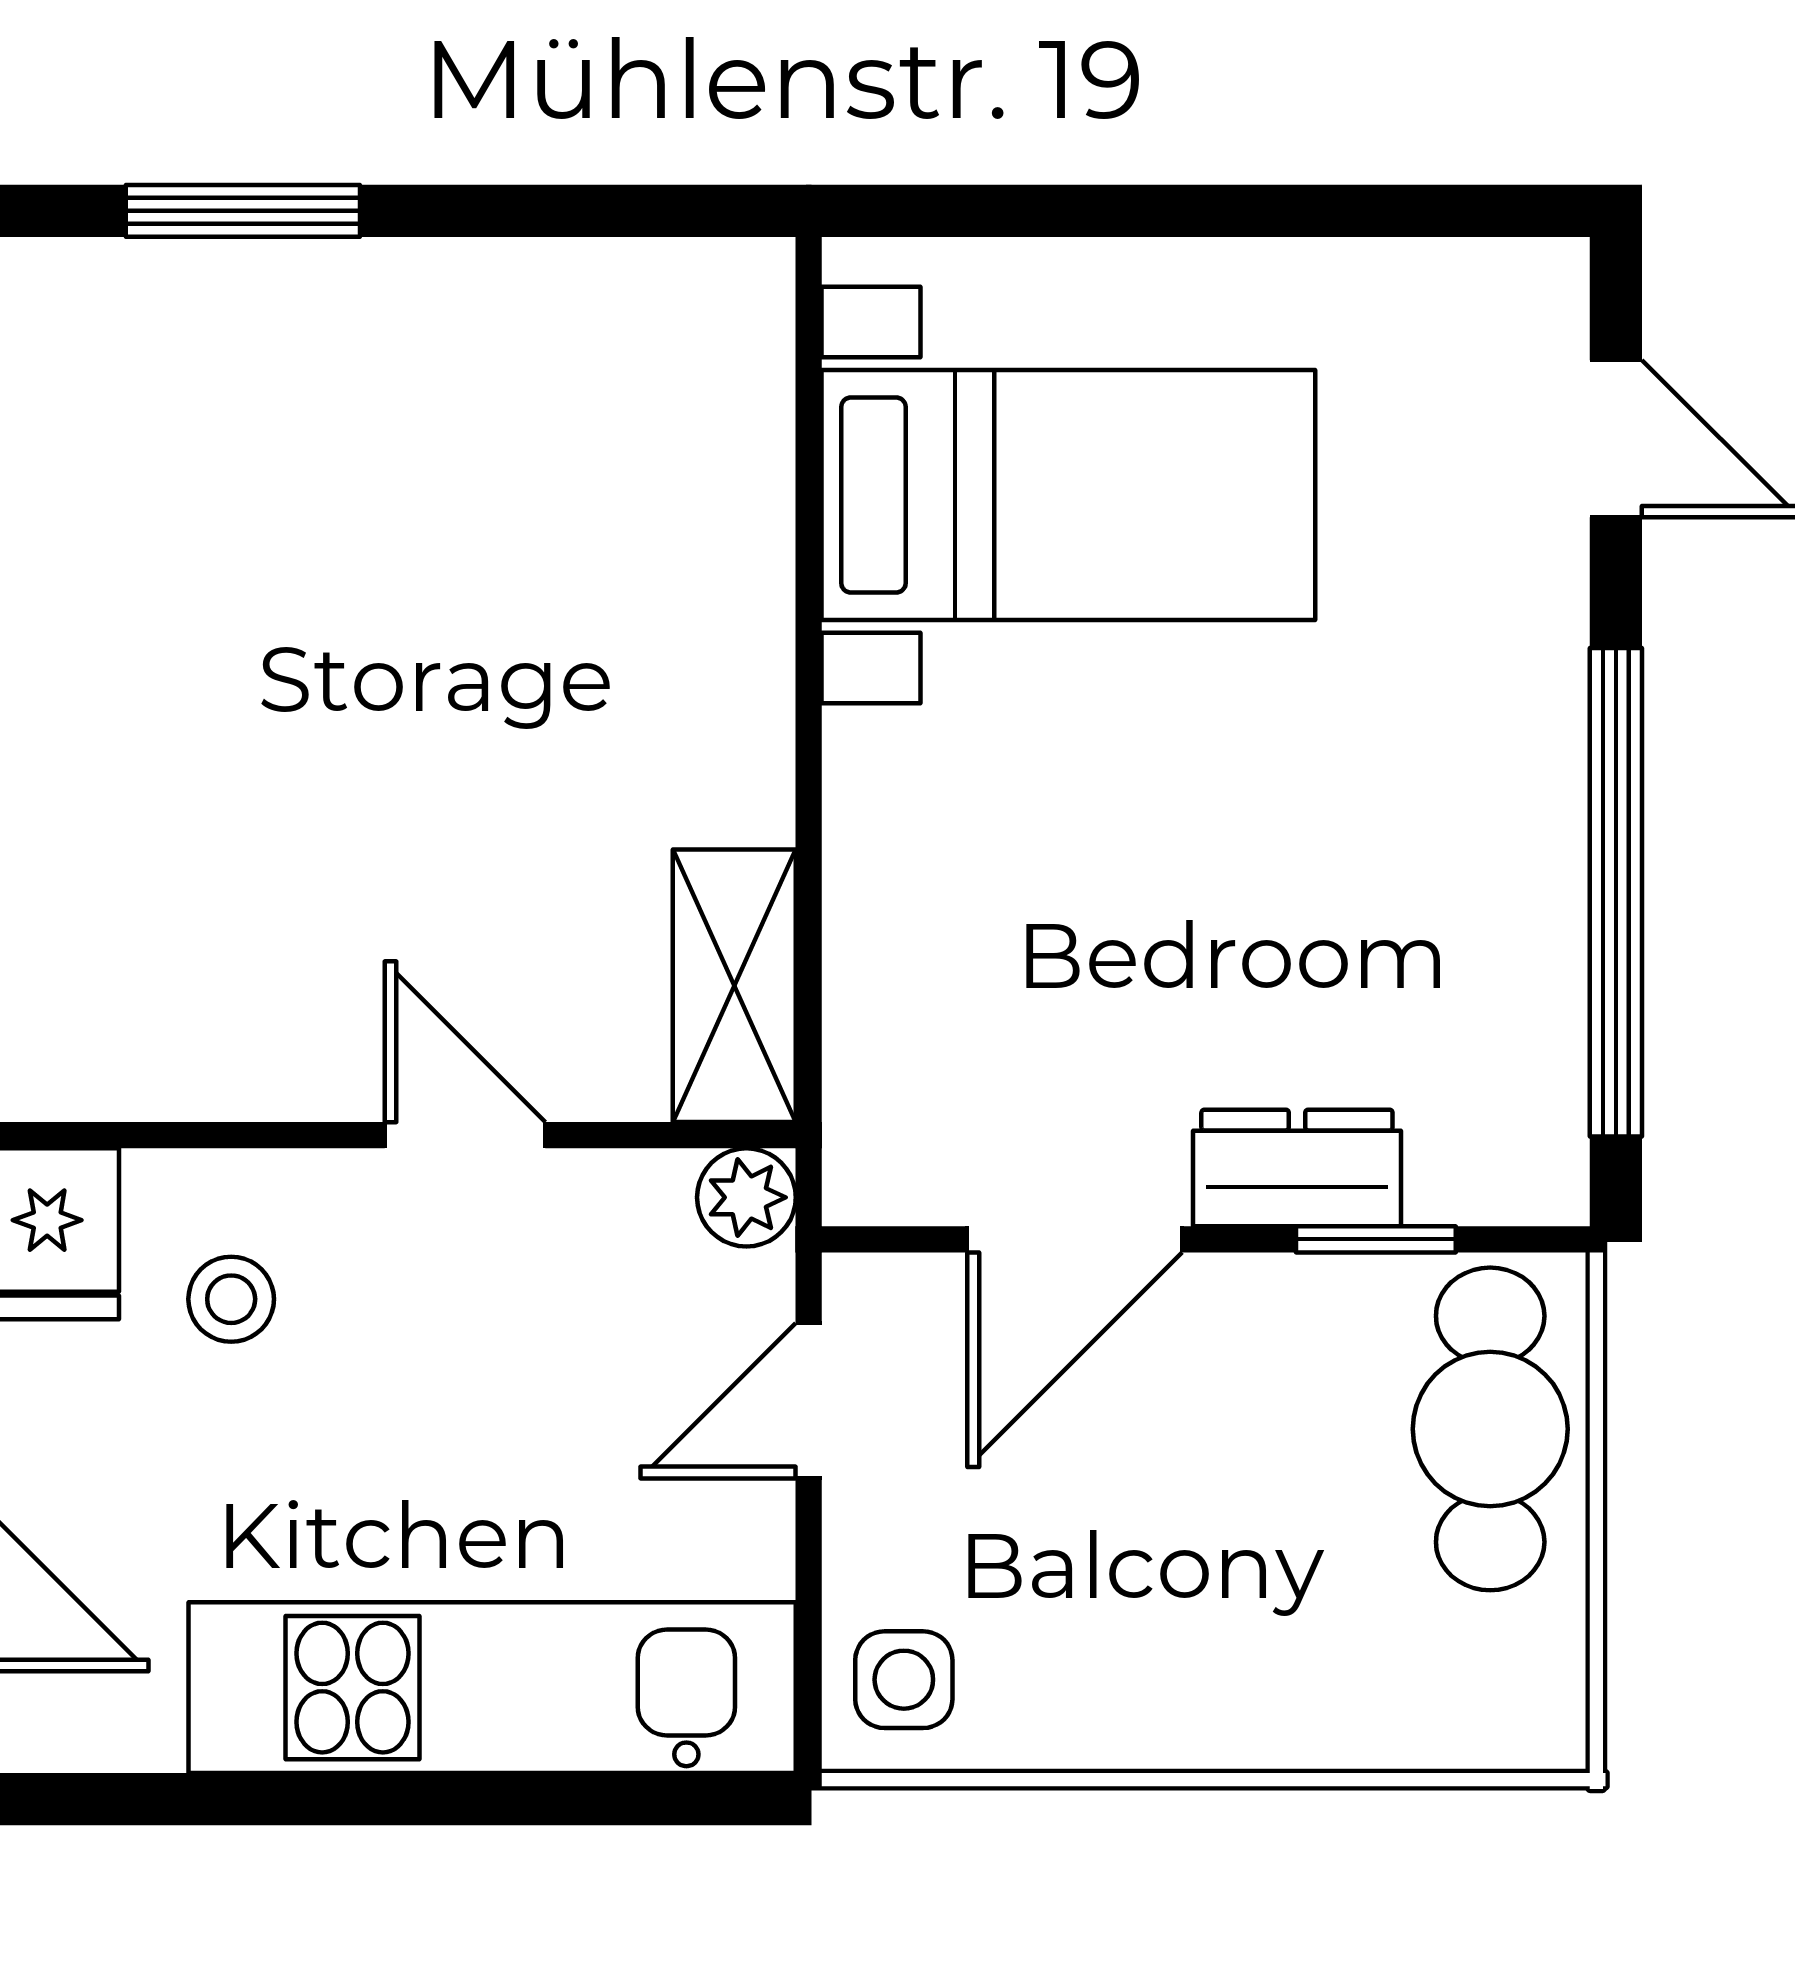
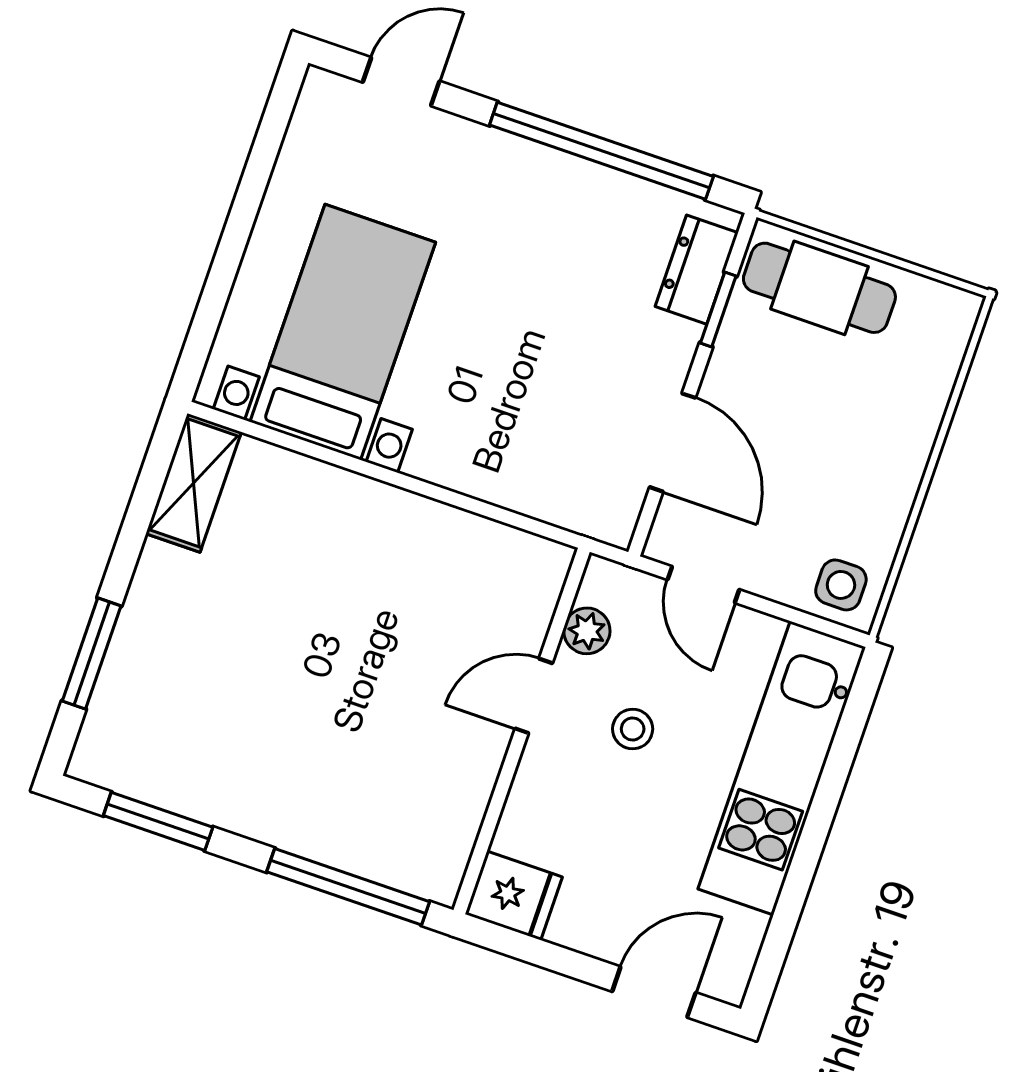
shelving: (734, 986) -> (194, 483), moved, turned 90
dresser: (1297, 1168) -> (697, 270), moved
plant: (746, 1197) -> (587, 631), moved
stool: (231, 1299) -> (633, 729), moved

